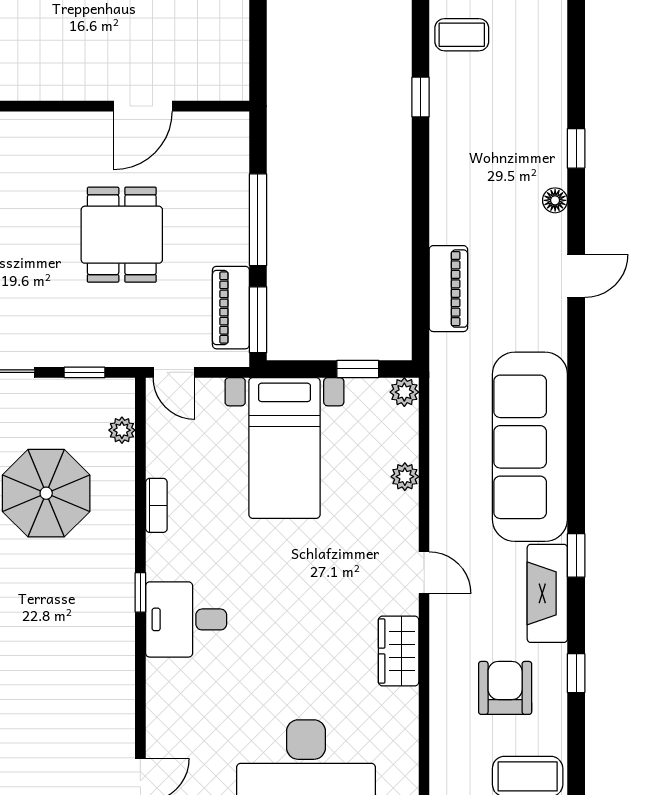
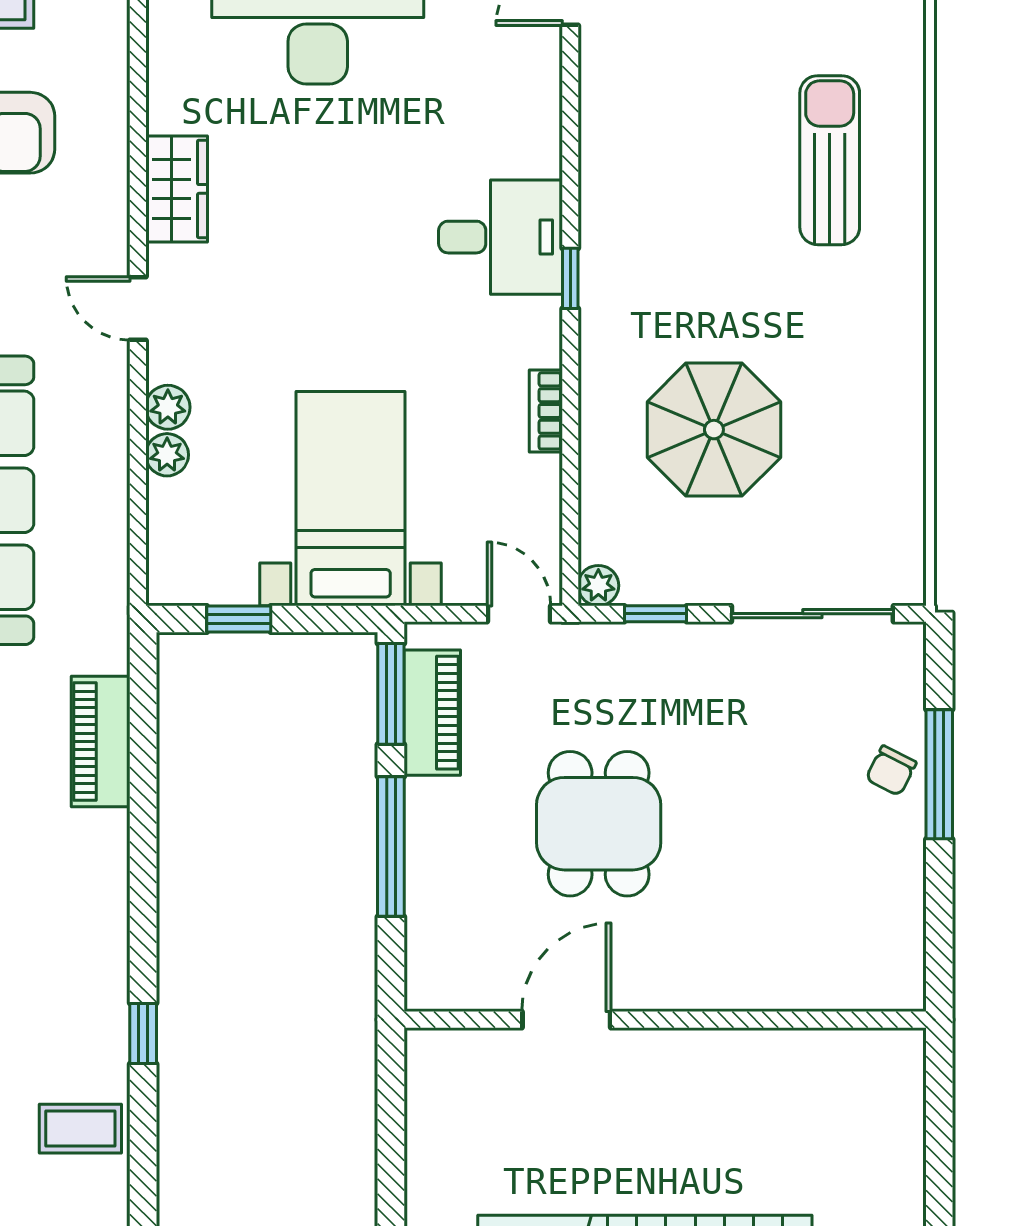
plant: (404, 392) -> (168, 407), moved
plant: (122, 430) -> (598, 586), moved

